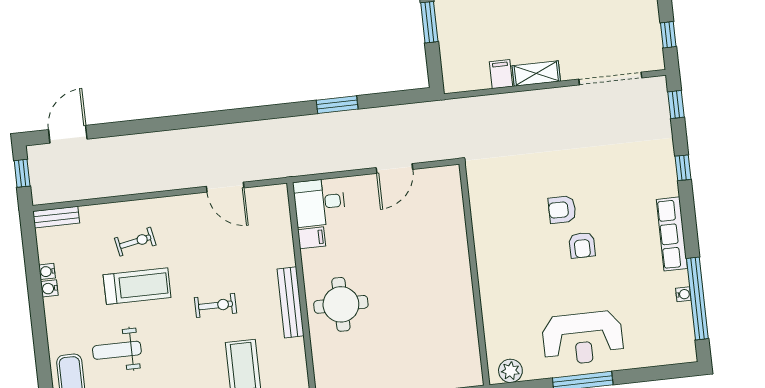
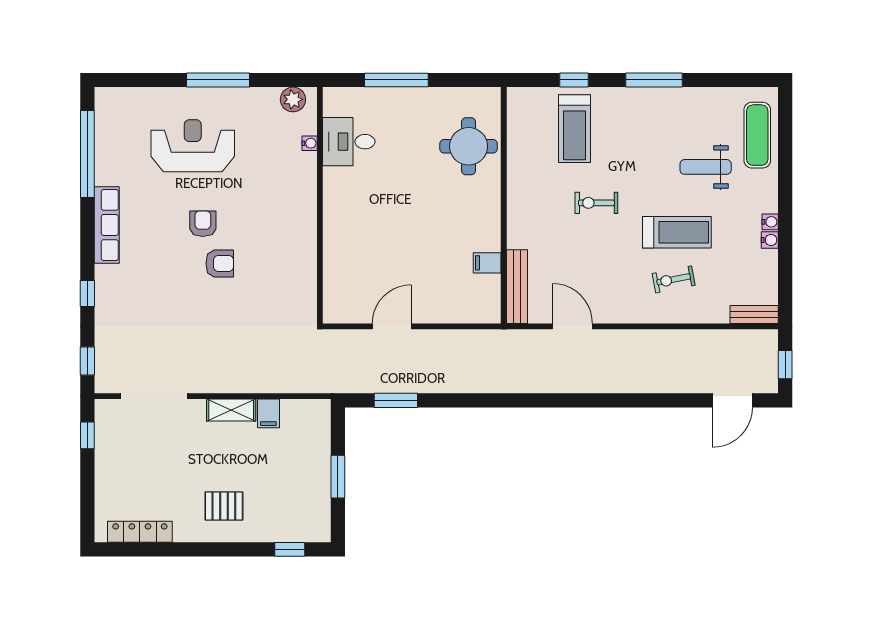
window: (337, 105) -> (396, 400), moved
desk: (319, 202) -> (349, 142), moved, turned 180
water cooler: (47, 271) -> (770, 222), moved
treadmill: (137, 286) -> (677, 232), turned 180
water cooler: (683, 294) -> (310, 143), moved, turned 180
bench: (291, 302) -> (517, 287), moved
round table: (341, 304) -> (469, 146), moved
reception desk: (583, 338) -> (193, 146), moved
weight bench: (117, 350) -> (706, 167), turned 180

